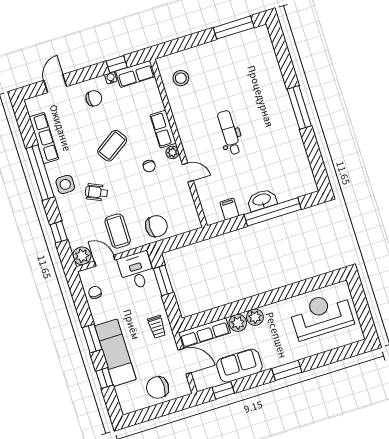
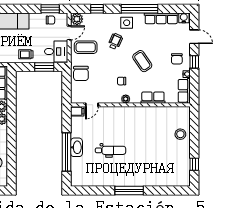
window: (234, 28) -> (194, 164), width x0.46
window: (117, 64) -> (194, 62), moved
stool: (181, 78) -> (180, 134), moved
water cooler: (33, 107) -> (184, 18), added
row of seats: (163, 129) -> (153, 98), moved
dental chair: (229, 133) -> (111, 150), moved
door: (188, 173) -> (92, 105), moved
filing cabinet: (229, 209) -> (77, 111), moved
trolley: (157, 327) -> (26, 54), moved
window: (92, 338) -> (50, 9), moved

